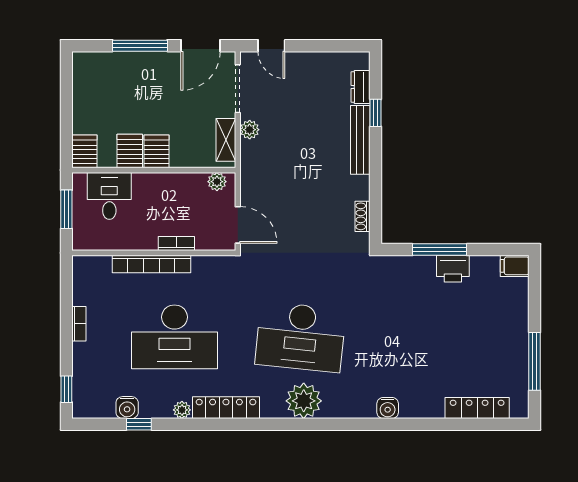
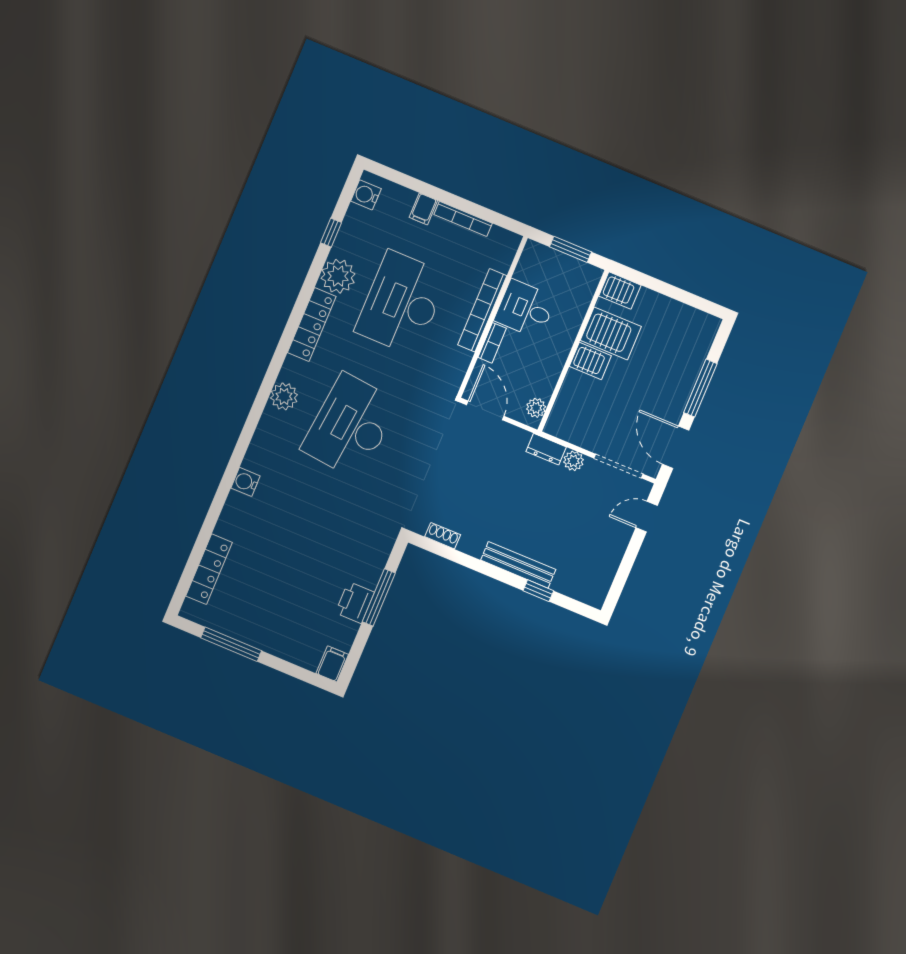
dresser: (361, 87) -> (546, 449), moved, turned 180
shelving: (226, 140) -> (573, 433), removed
server rack: (130, 151) -> (611, 333), width x1.36, depth x1.44
desk: (109, 196) -> (525, 309), moved, turned 180
door: (238, 225) -> (485, 410), swing flipped
bookcase: (79, 324) -> (463, 219), width x1.56
filing cabinet: (85, 352) -> (423, 209), added
window: (66, 389) -> (395, 176), removed
plant: (304, 401) -> (284, 396), width x0.73, depth x0.73
water cooler: (127, 408) -> (366, 195), moved
plant: (182, 410) -> (338, 276), width x1.87, depth x1.87

